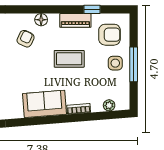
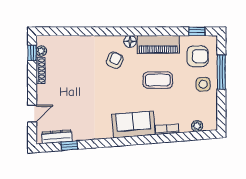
window: (92, 9) -> (197, 31), moved
piano: (75, 20) -> (158, 44), width x1.37, depth x1.33
window: (134, 64) -> (221, 72), moved

